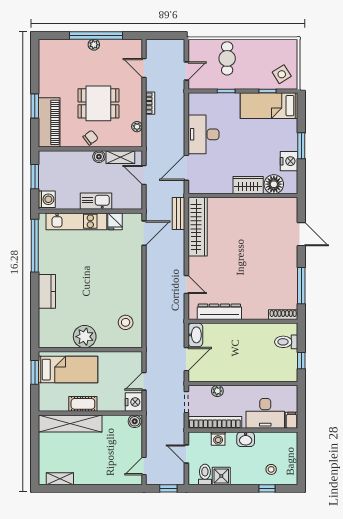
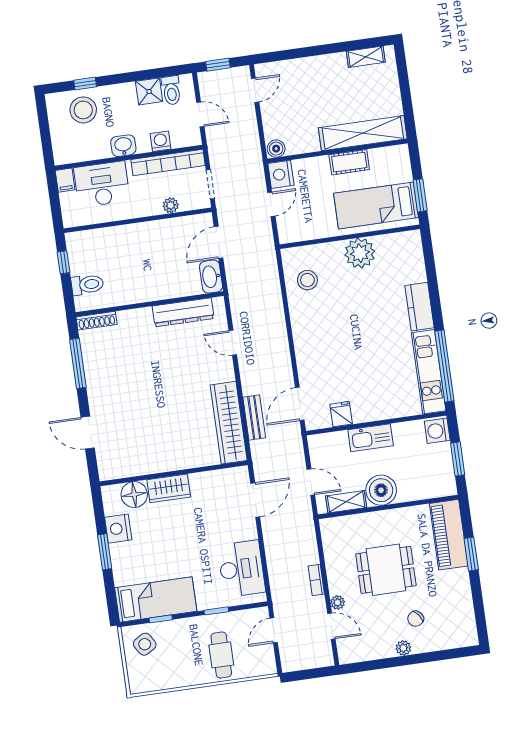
window: (96, 35) -> (402, 661), removed
plant: (137, 127) -> (338, 602), moved
desk: (203, 134) -> (241, 569), moved
chair: (91, 138) -> (416, 619), moved
boiler: (99, 157) -> (381, 490), width x1.86, depth x1.86
bench: (179, 213) -> (254, 417), moved
kitchen unit: (76, 221) -> (429, 372), moved, turned -90
stool: (271, 469) -> (83, 110), width x1.89, depth x1.89

